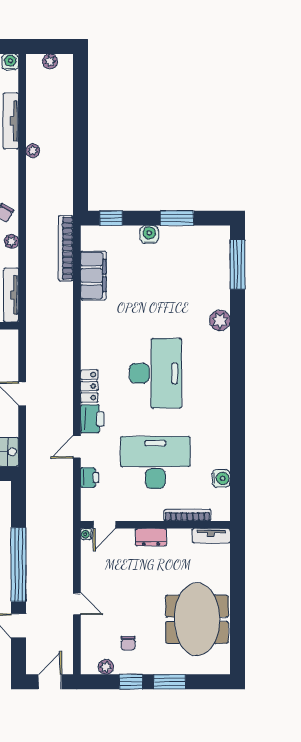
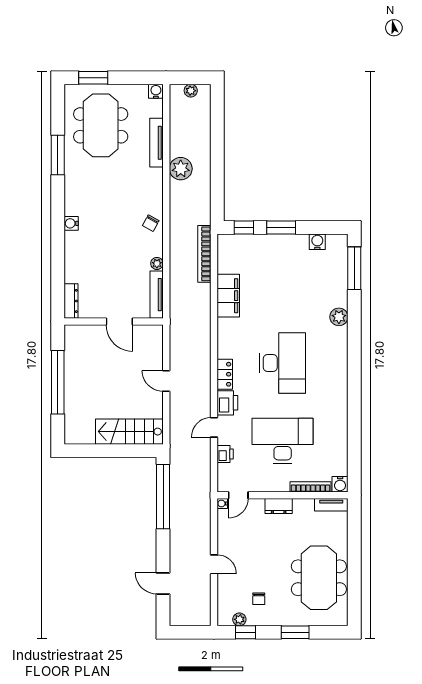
plant: (33, 151) -> (181, 169), width x1.88, depth x1.88
window: (177, 218) -> (281, 228), moved
water cooler: (149, 234) -> (317, 242), moved
plant: (11, 241) -> (157, 263), moved
filing cabinet: (93, 275) -> (228, 296), moved
water cooler: (221, 478) -> (340, 484), moved, turned 90
window: (18, 565) -> (163, 497), moved
door: (50, 682) -> (191, 632), removed
window: (131, 682) -> (246, 632), moved

